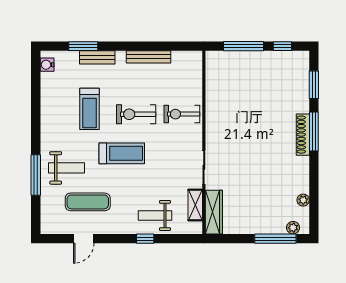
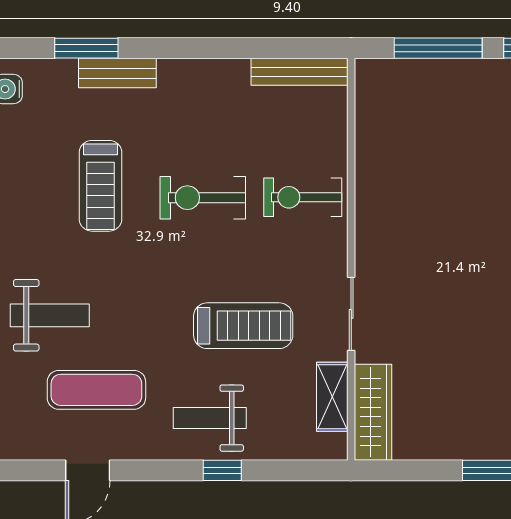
bench: (149, 57) -> (300, 72), moved
treadmill: (122, 153) -> (243, 326), moved
weight bench: (155, 215) -> (210, 418), moved

